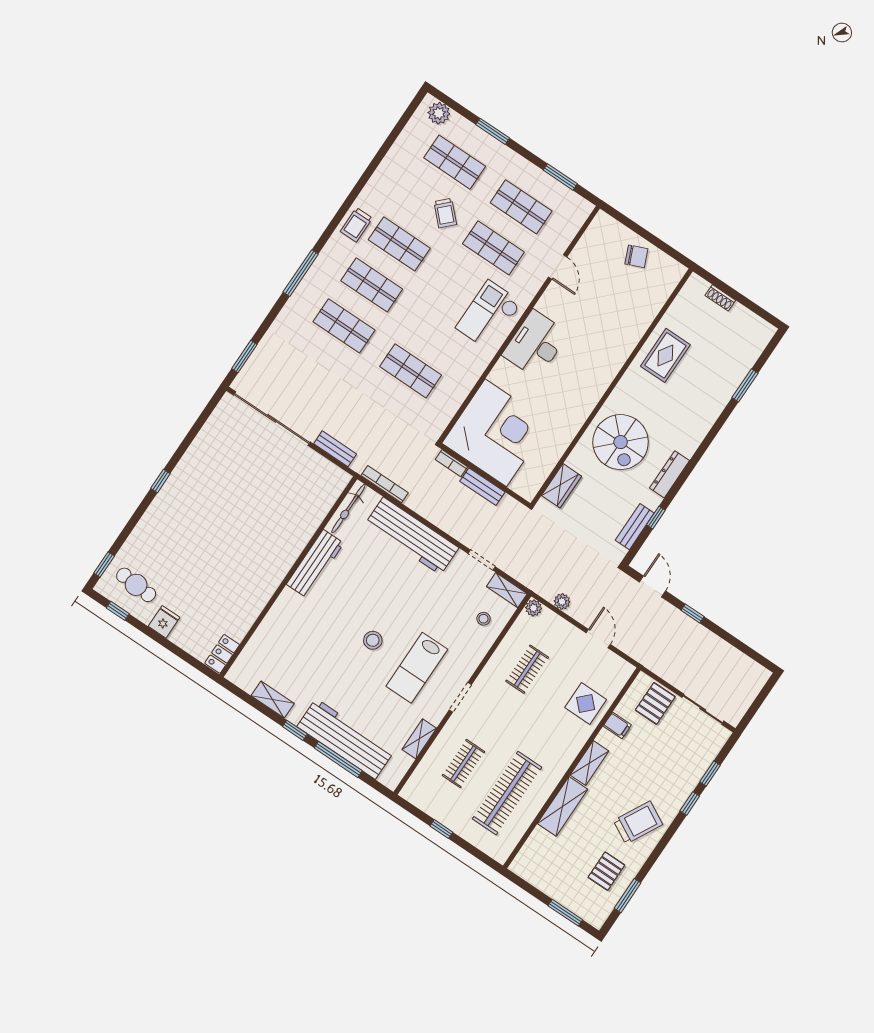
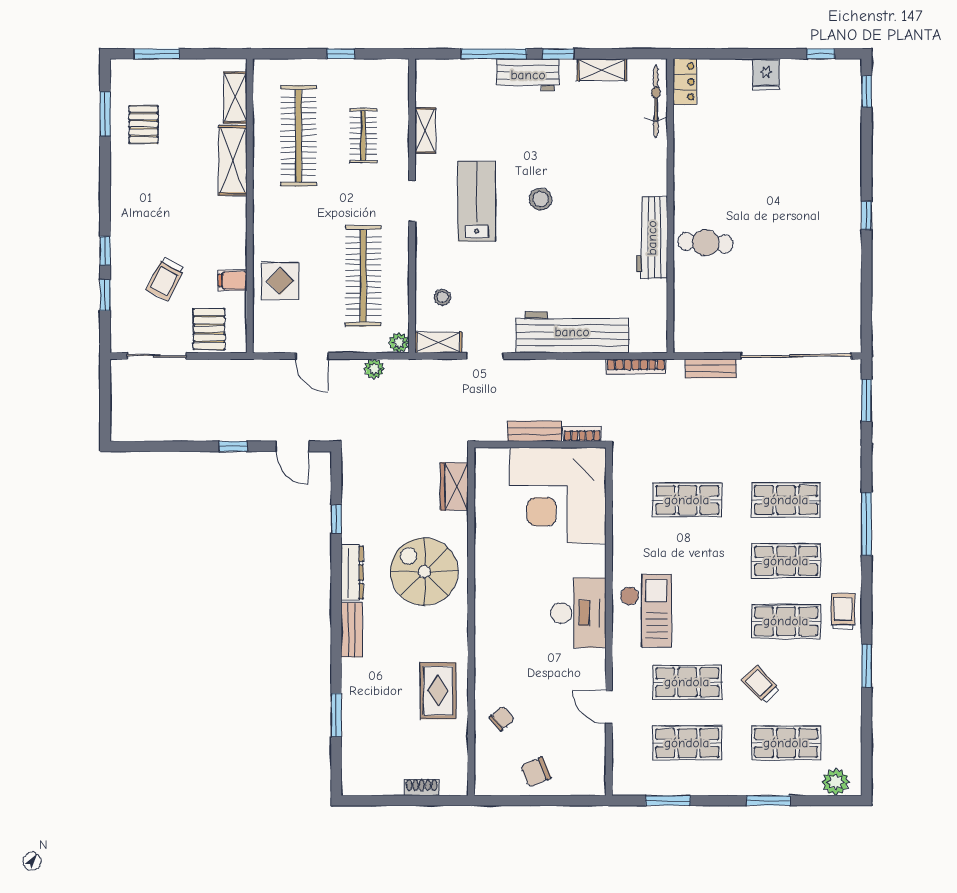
window: (365, 178) -> (867, 666), added
chair: (635, 308) -> (502, 718), added
bicycle: (348, 509) -> (656, 101), moved
bench: (635, 527) -> (352, 630), moved
cafe table: (136, 585) -> (706, 243), moved
clothes rail: (527, 669) -> (363, 276), width x1.86, depth x1.31
workbench: (345, 739) -> (528, 75), width x0.53, depth x0.76
shelving: (589, 763) -> (235, 98), moved
trolley: (638, 823) -> (165, 279), moved, width x0.73, depth x0.72

